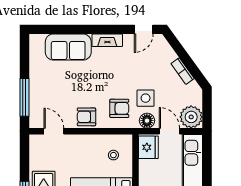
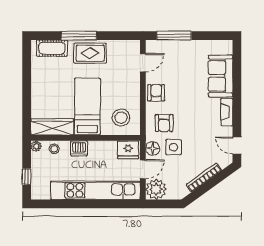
bookcase: (183, 71) -> (204, 177), width x1.56
stool: (113, 155) -> (121, 118), width x1.89, depth x1.89

